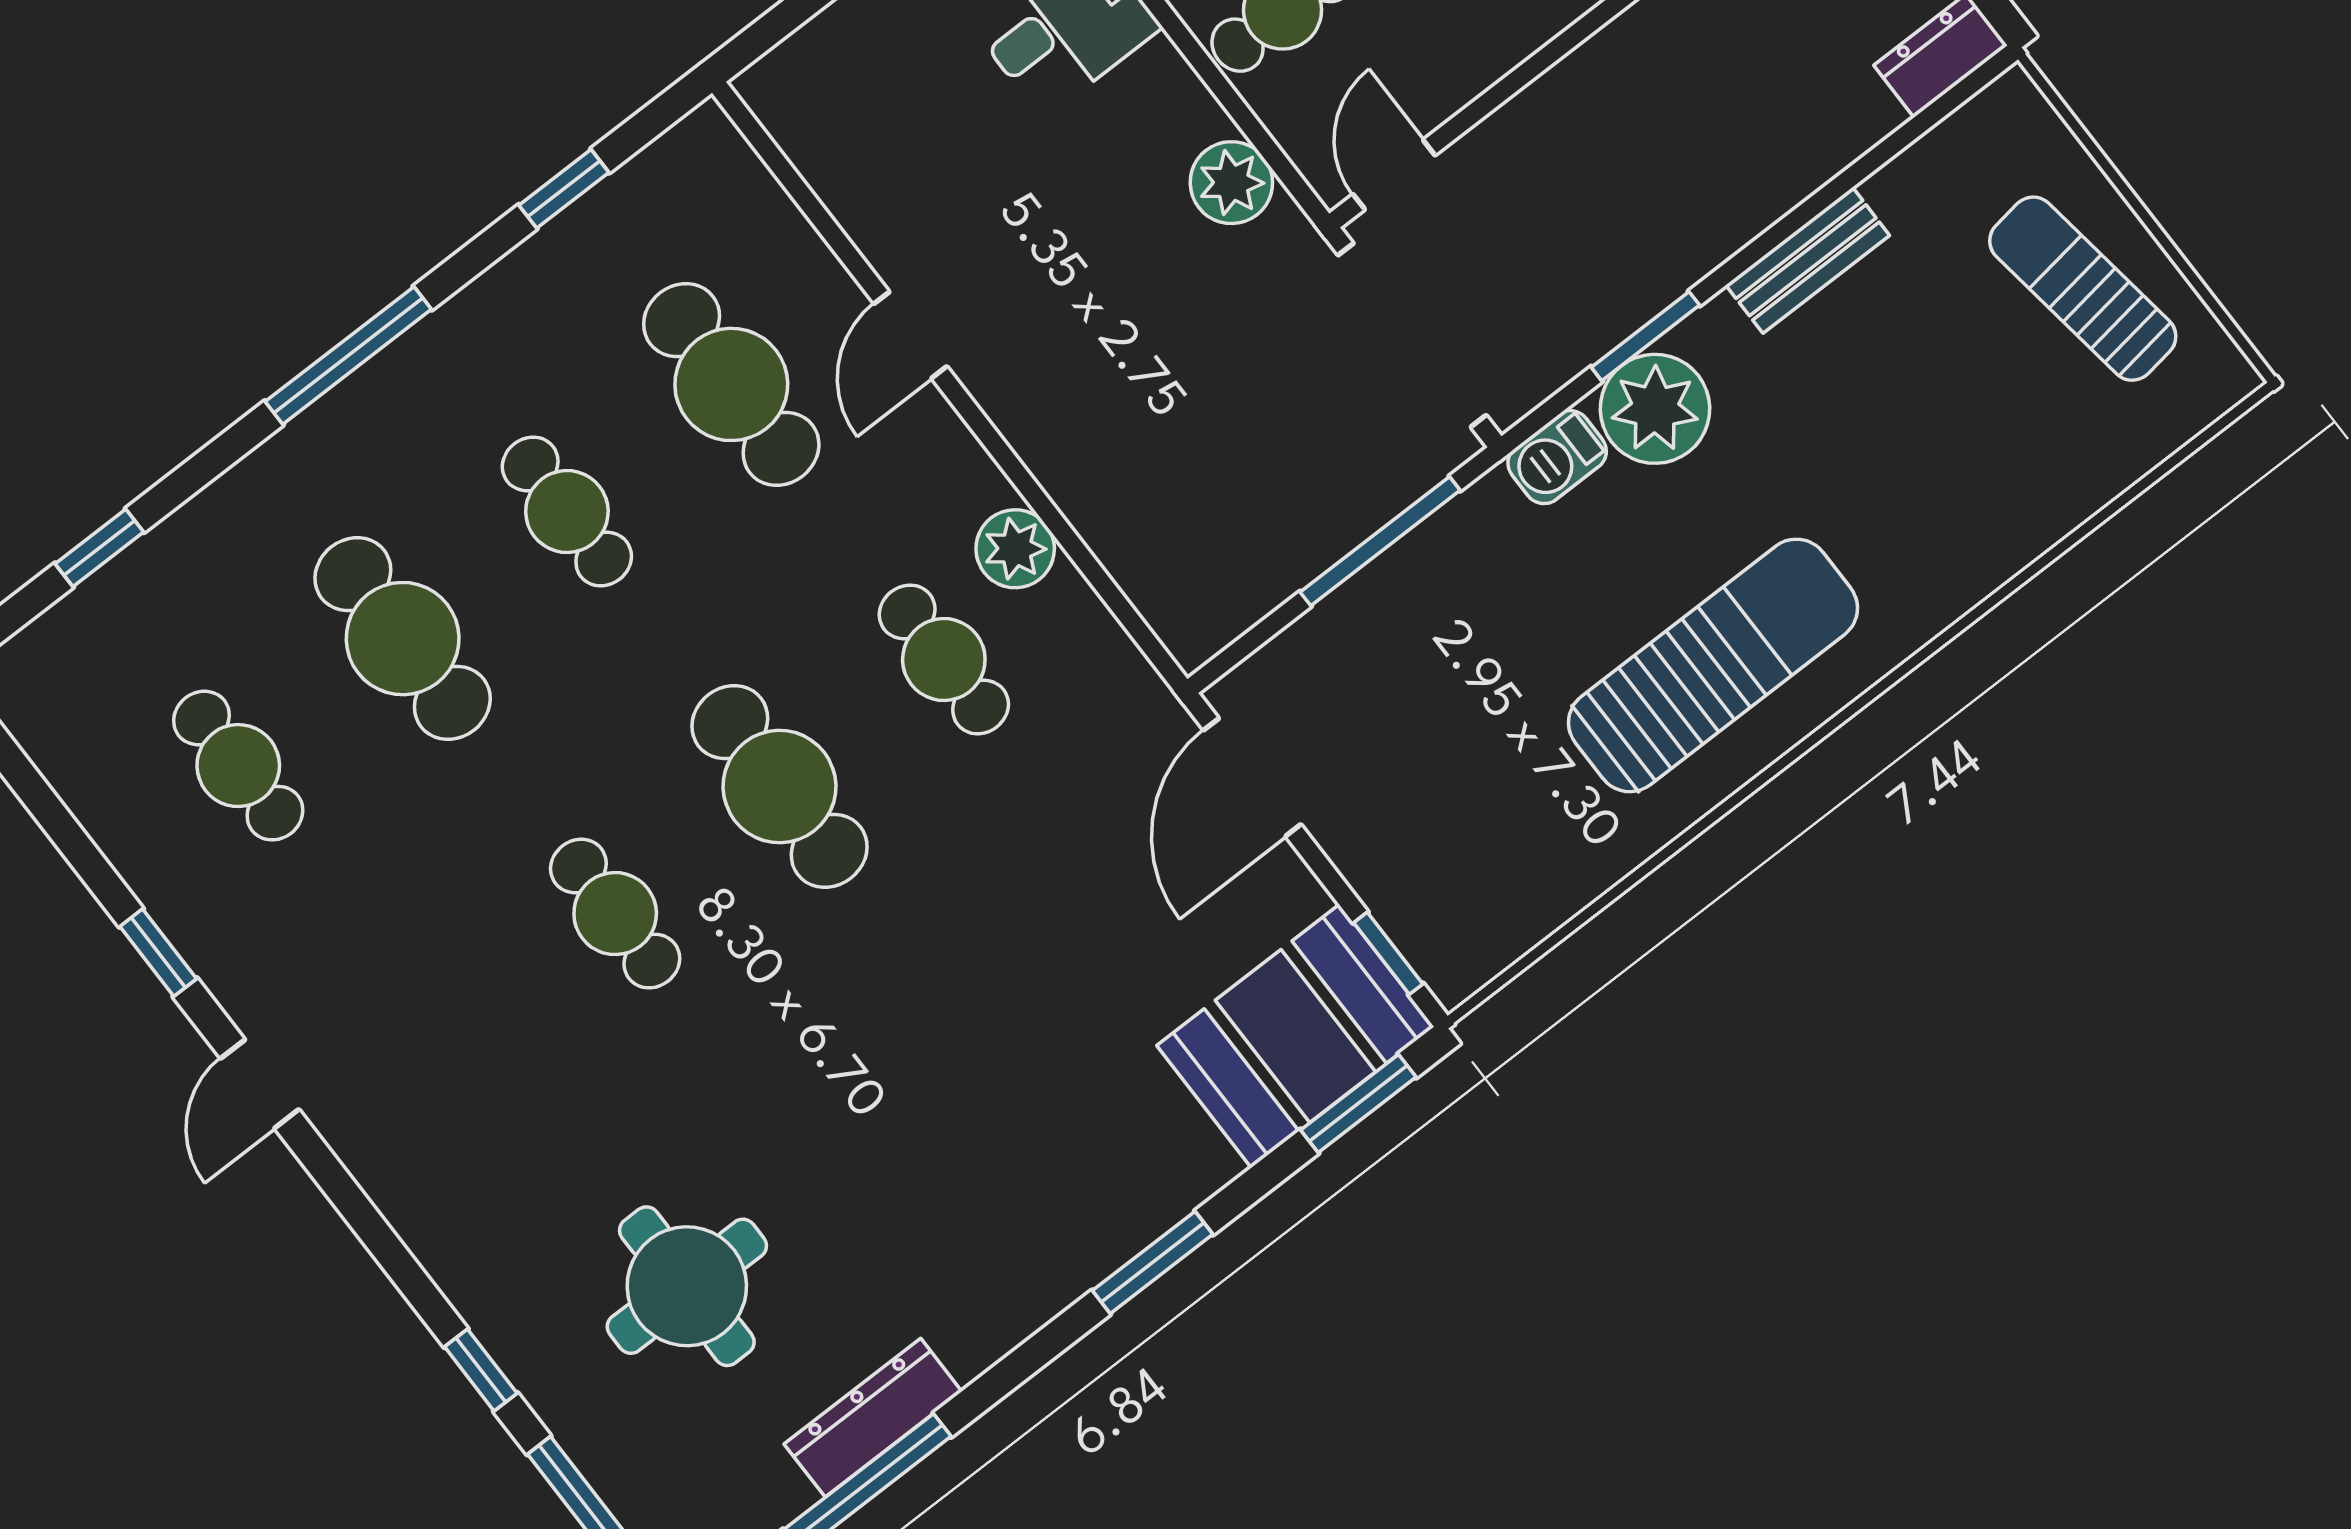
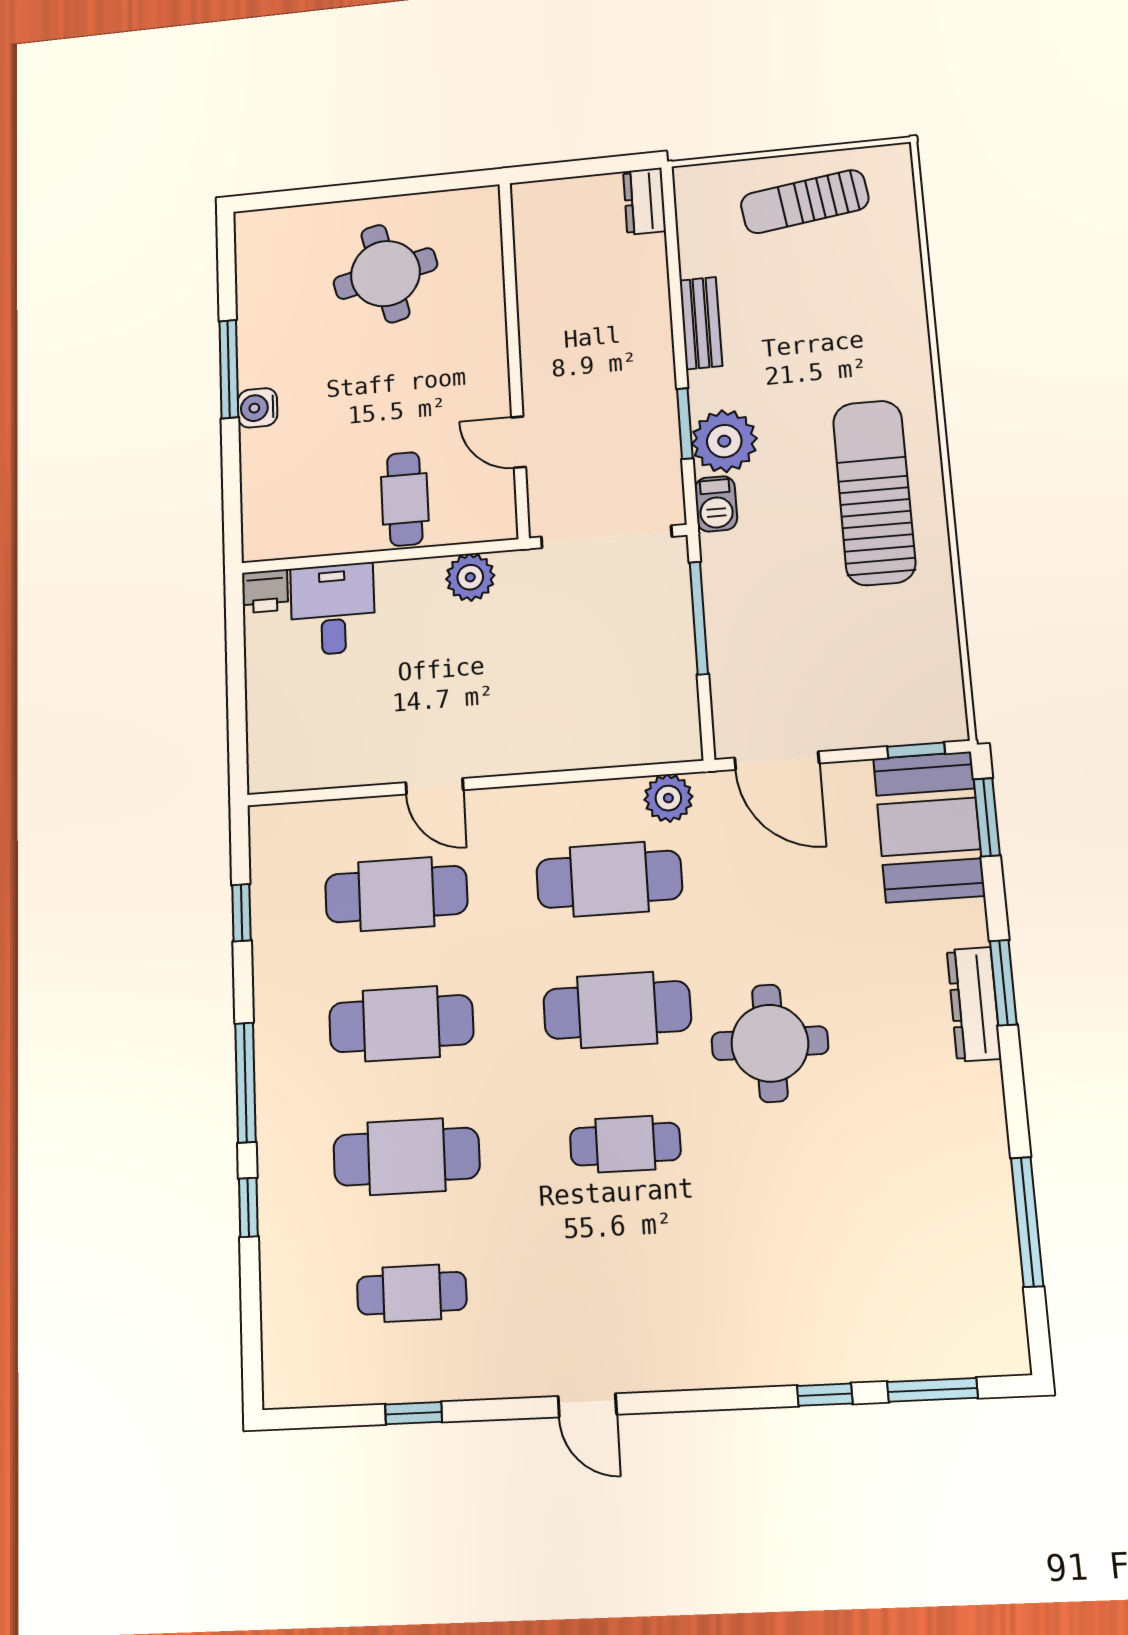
door: (1394, 175) -> (519, 442), moved
cafe table: (567, 512) -> (401, 1024), width x1.37, depth x1.35
window: (99, 548) -> (248, 1207), moved
plant: (1015, 549) -> (668, 798), moved
cafe table: (944, 659) -> (609, 879), width x1.37, depth x1.35
window: (158, 953) -> (414, 1413), moved
round table: (687, 1286) -> (770, 1043), moved
dresser: (873, 1418) -> (974, 1004), moved

